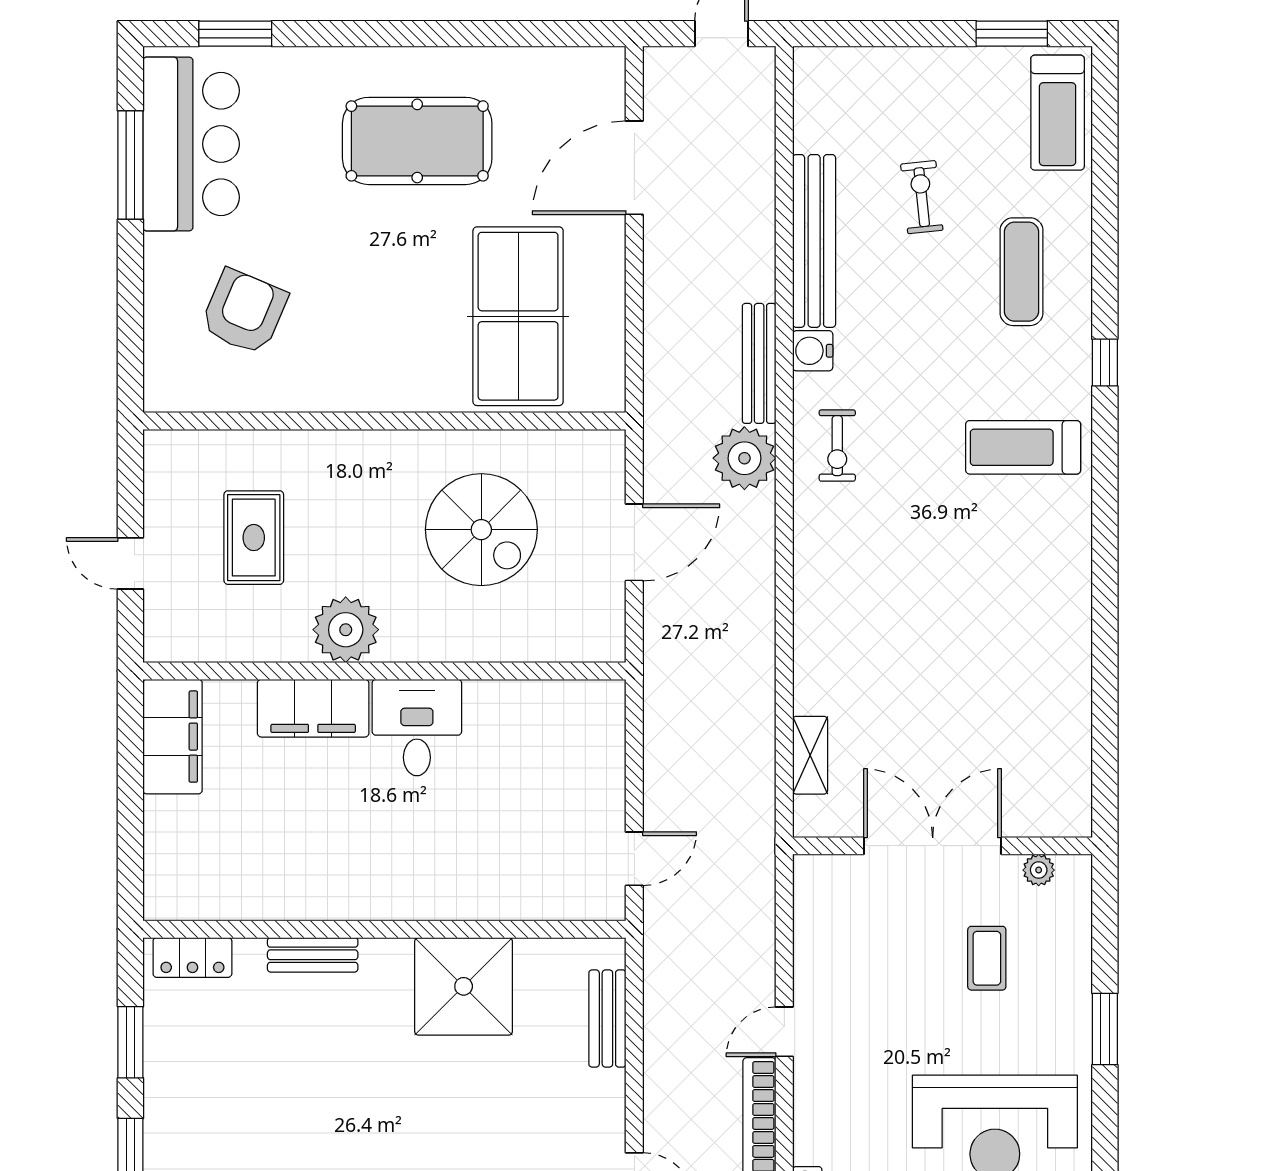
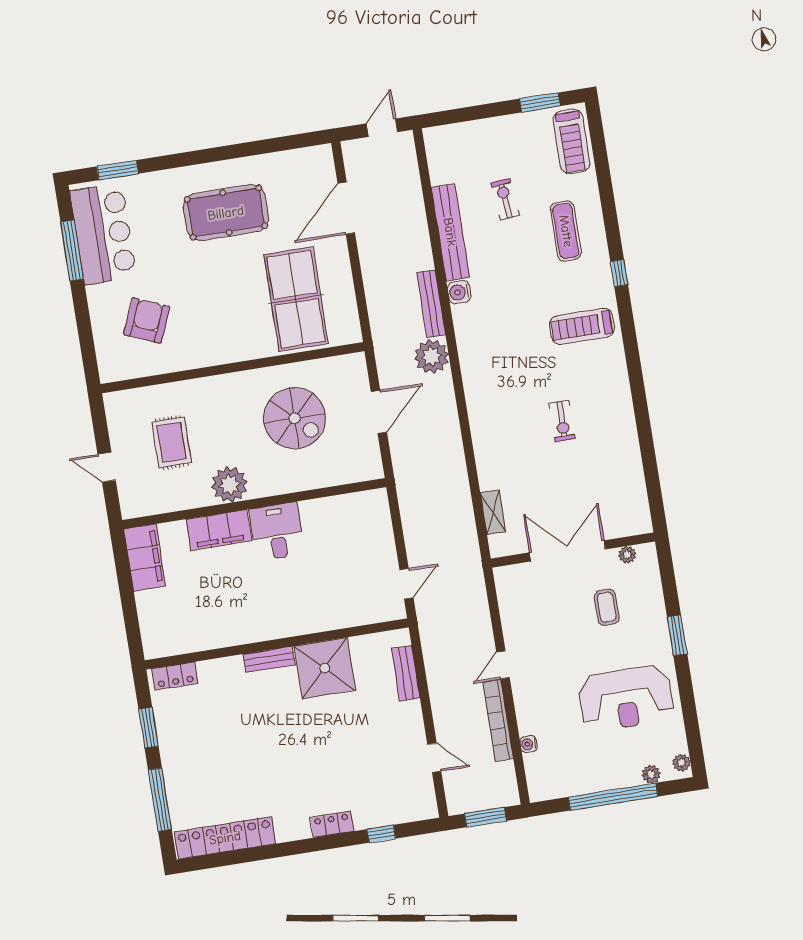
exercise bike: (837, 446) -> (562, 421), moved
bench: (313, 955) -> (269, 659), moved

